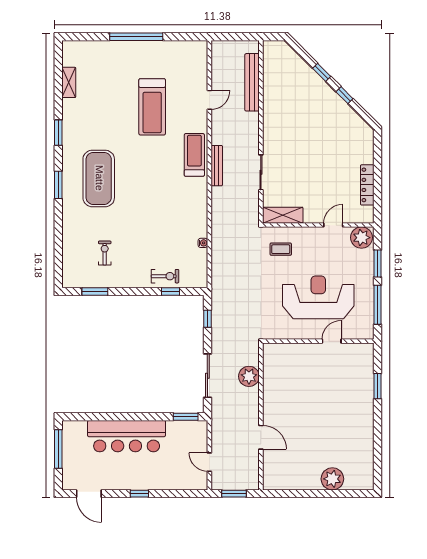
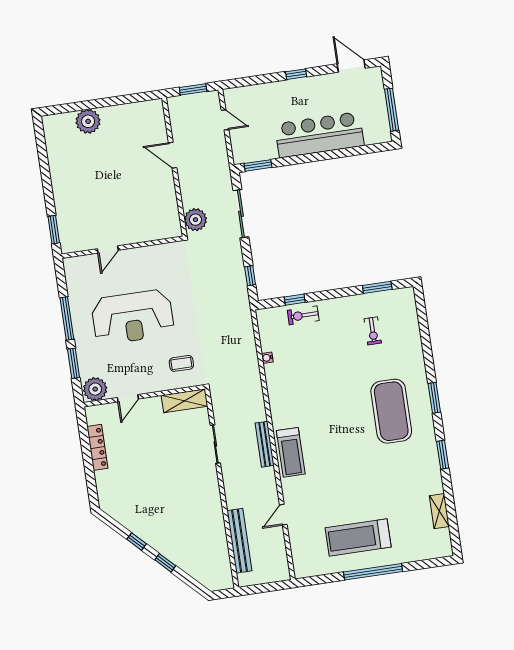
treadmill: (152, 107) -> (358, 537), moved, turned -90
wall: (318, 341) -> (122, 247), moved
door: (332, 341) -> (108, 249), moved

